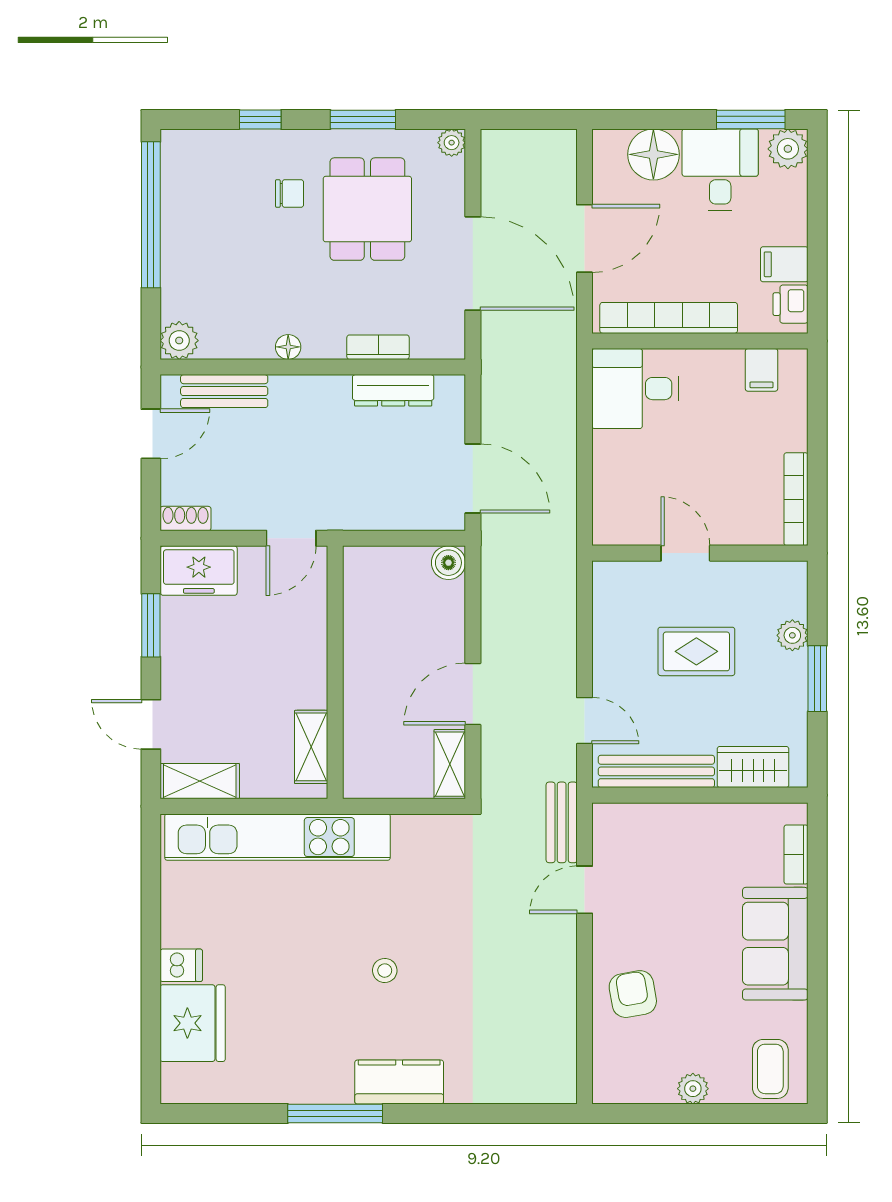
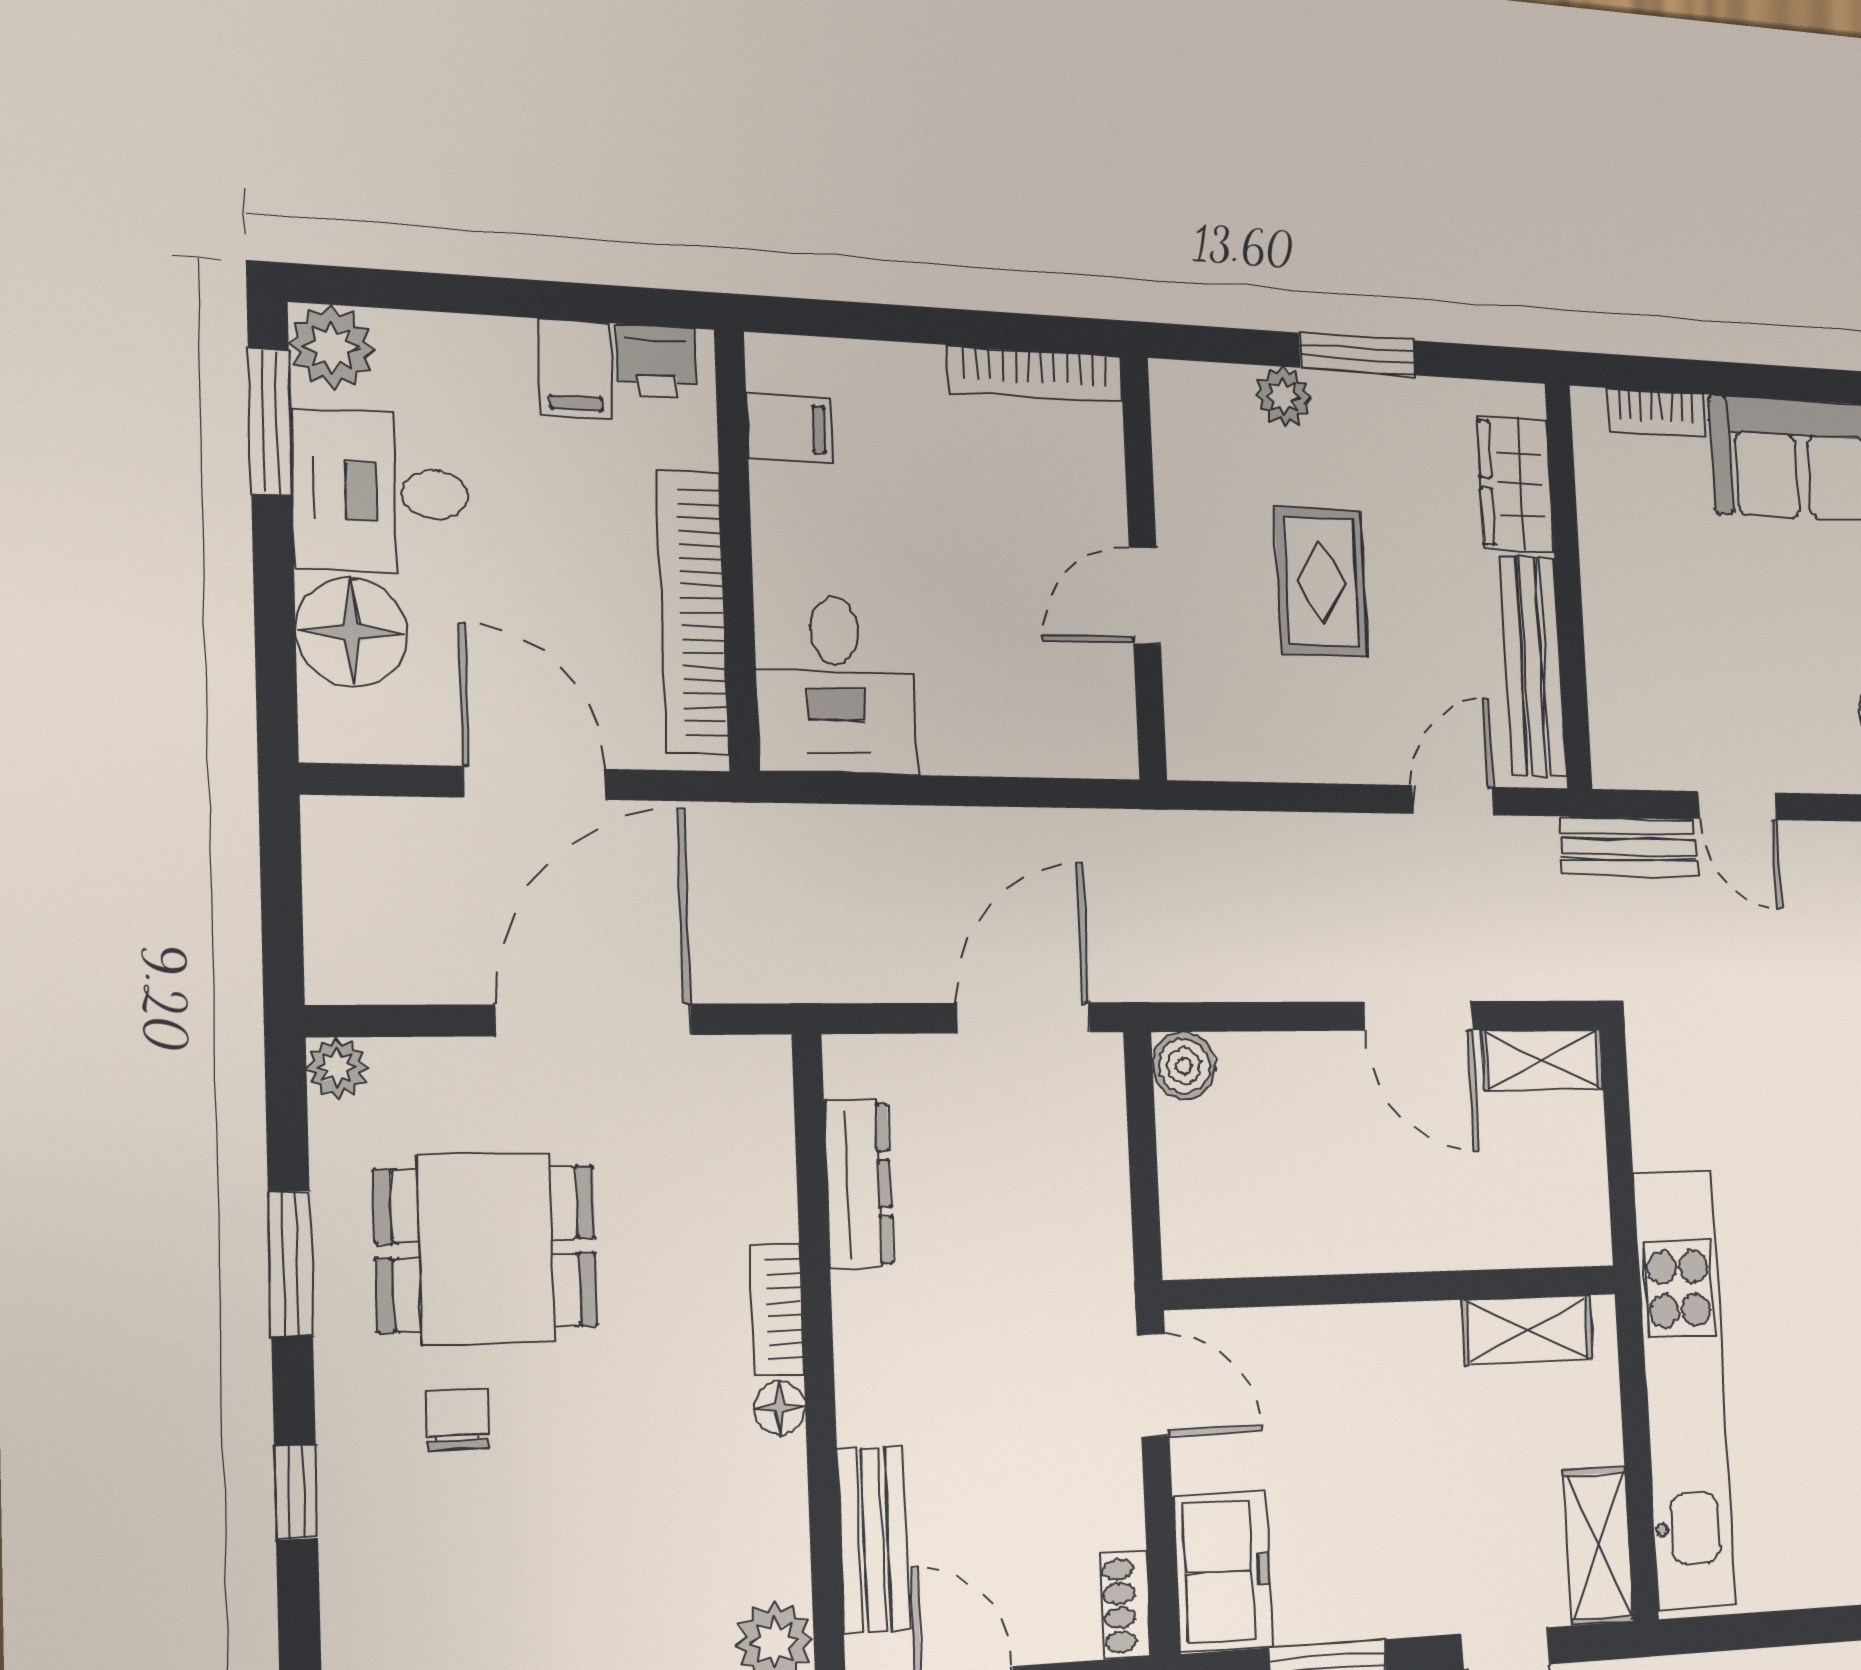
bookcase: (378, 347) -> (776, 1309), moved

